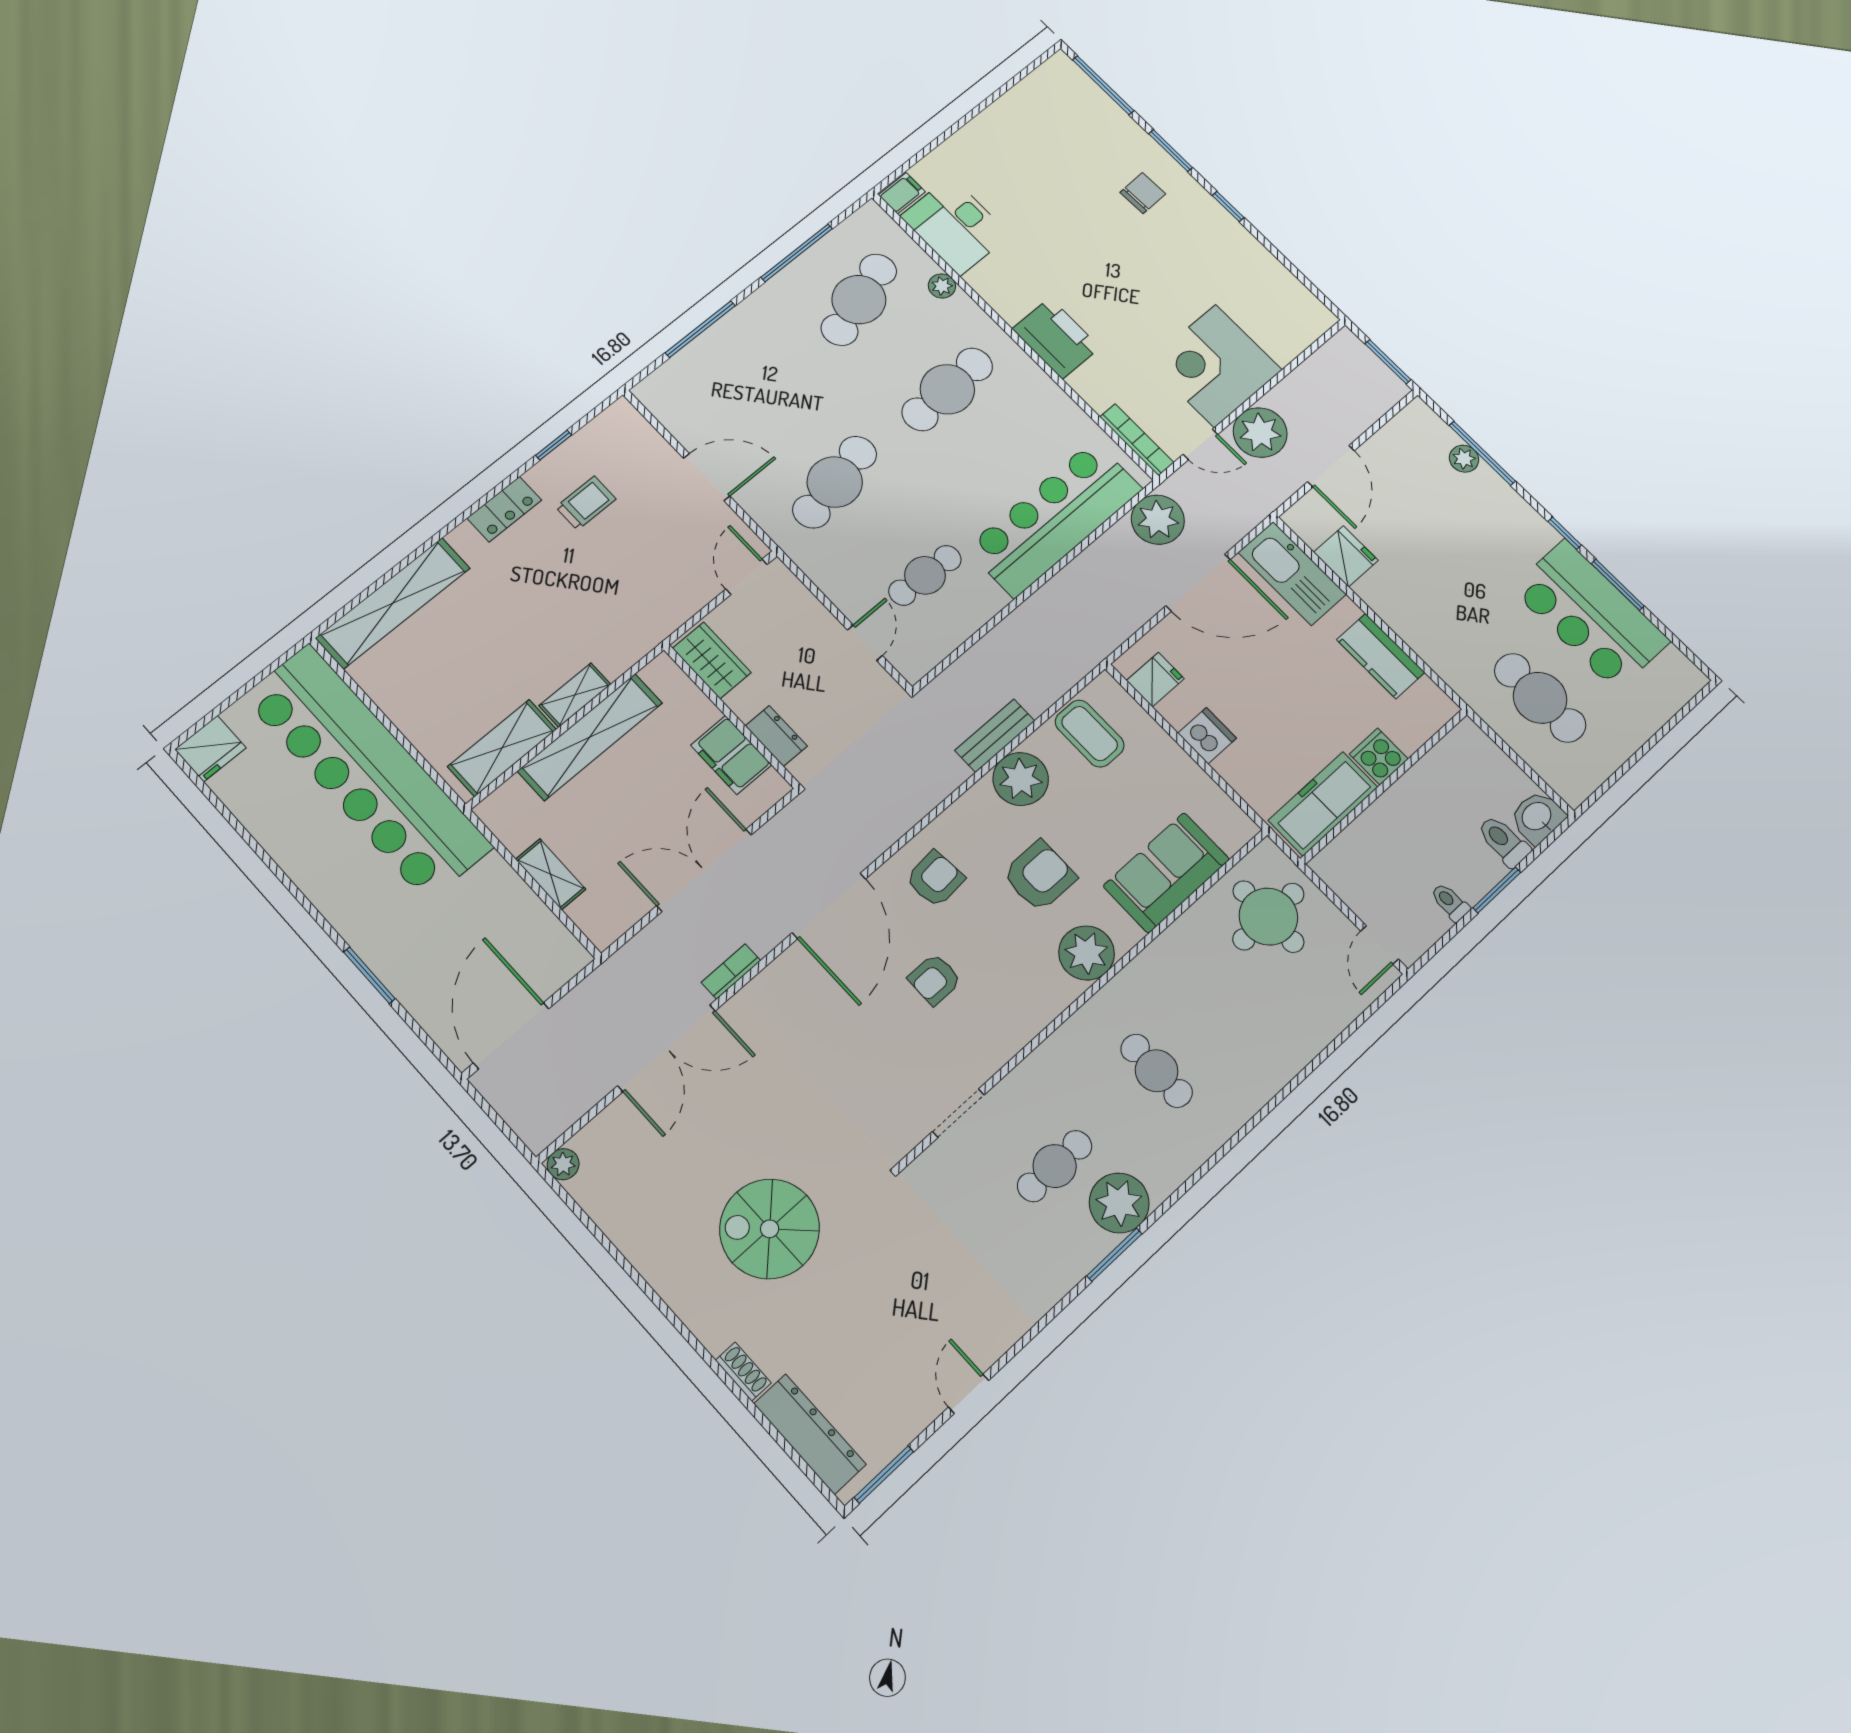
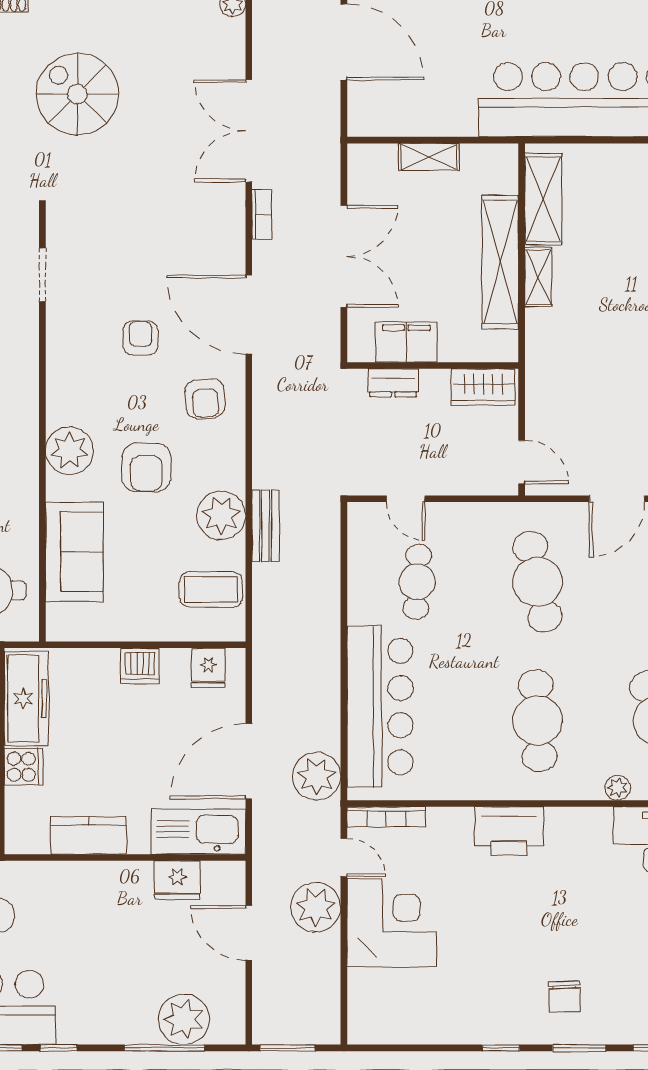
door: (1200, 444) -> (344, 857), swing flipped
plant: (1464, 459) -> (184, 1019), width x1.88, depth x1.88
spiral stairs: (770, 1229) -> (77, 94), turned -90

